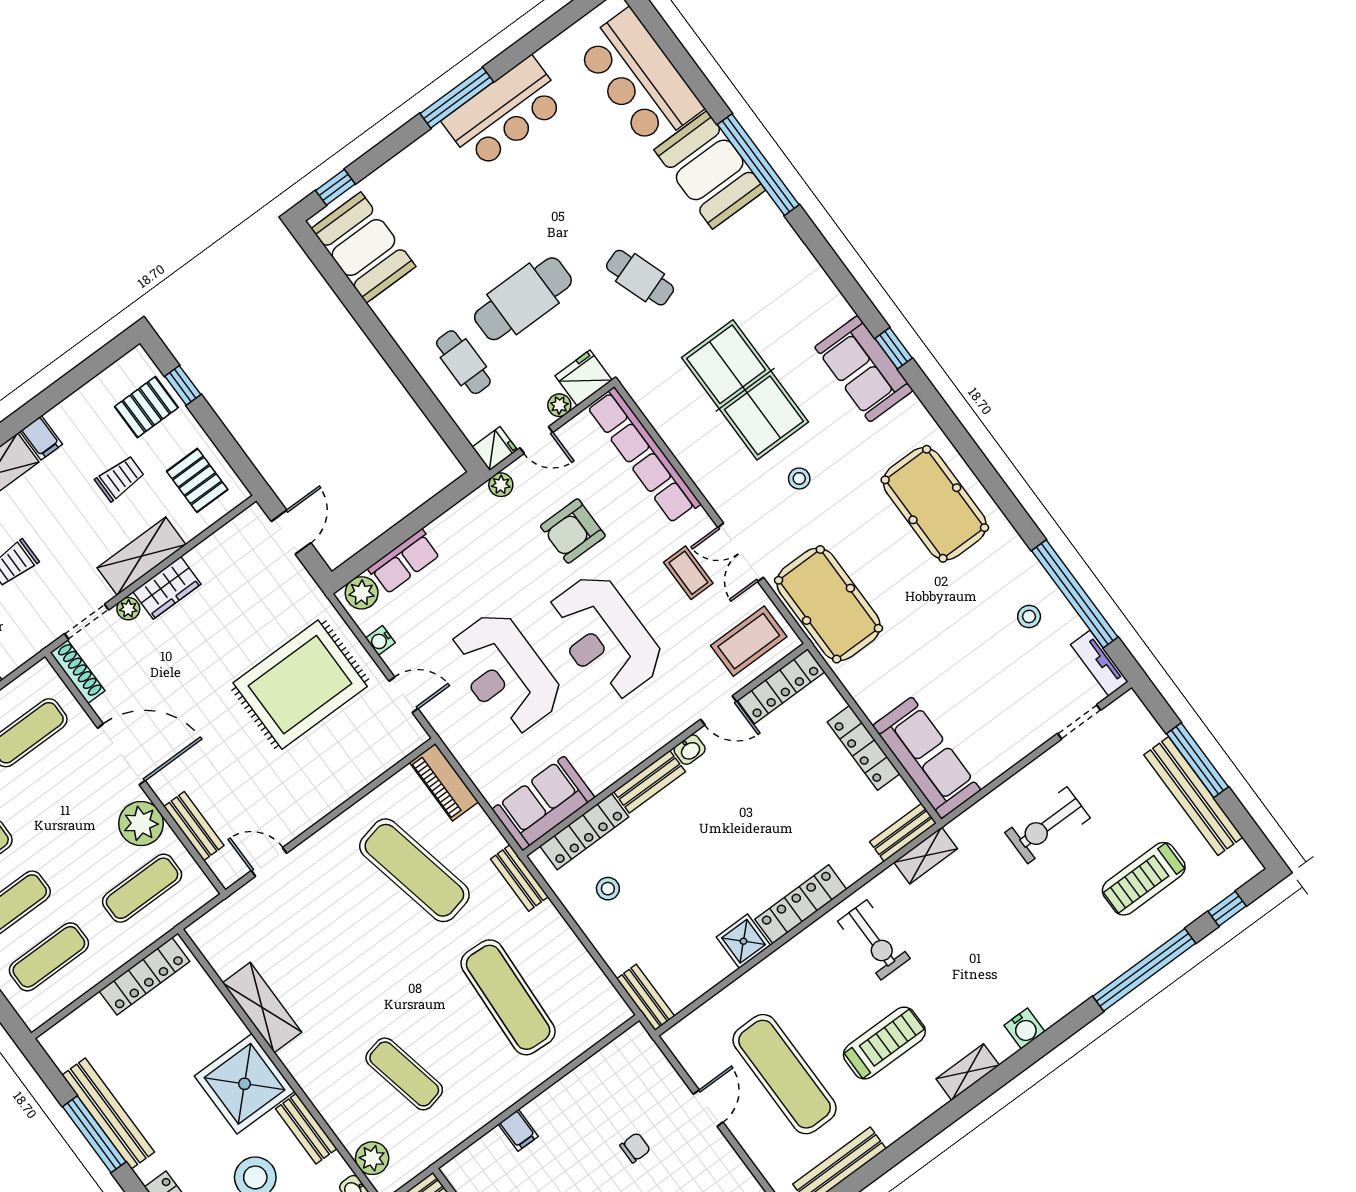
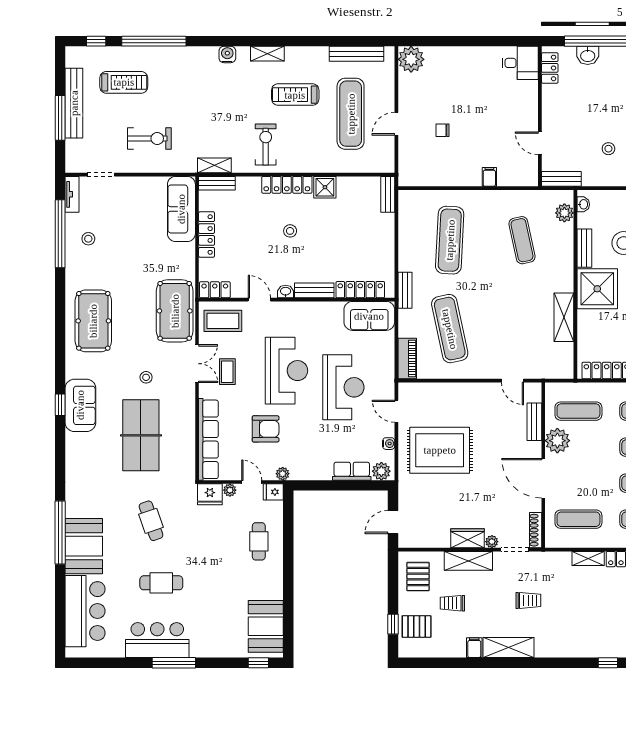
cafe table: (523, 299) -> (161, 583), moved, width x0.73, depth x0.74
locker: (781, 686) -> (215, 290), width x0.66
stool: (608, 889) -> (290, 231), moved

